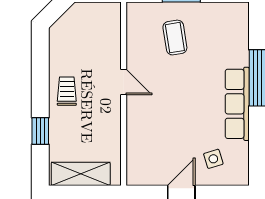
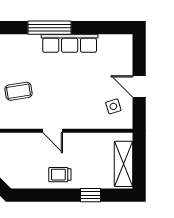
door: (124, 82) -> (53, 131), swing flipped
side table: (213, 159) -> (113, 106), moved

